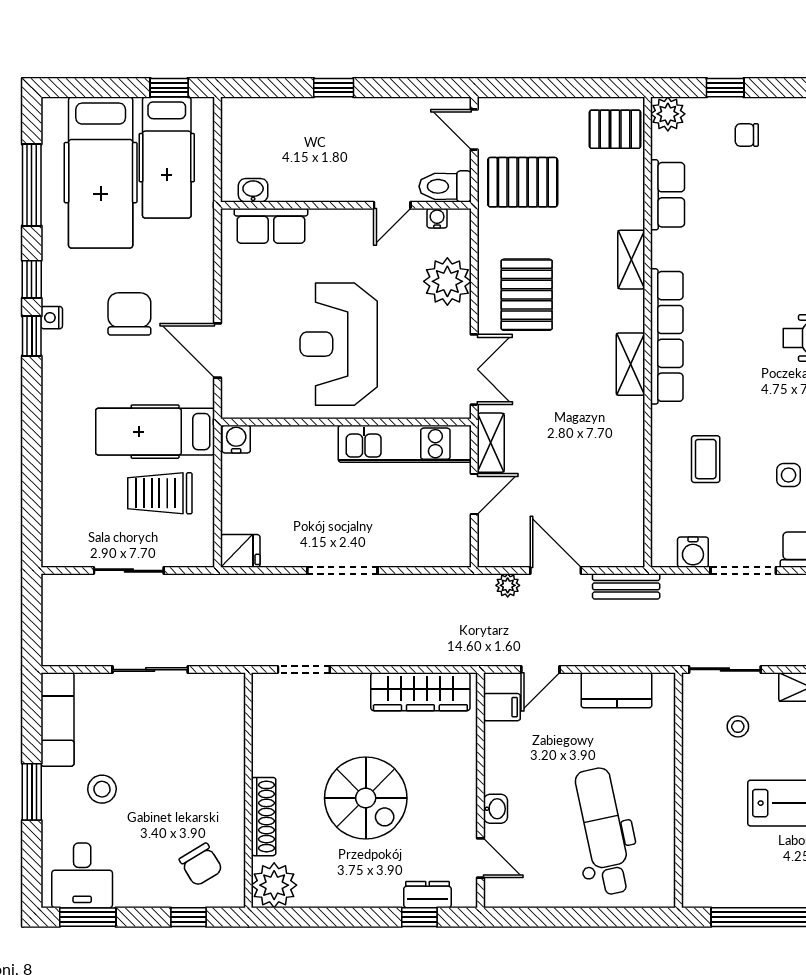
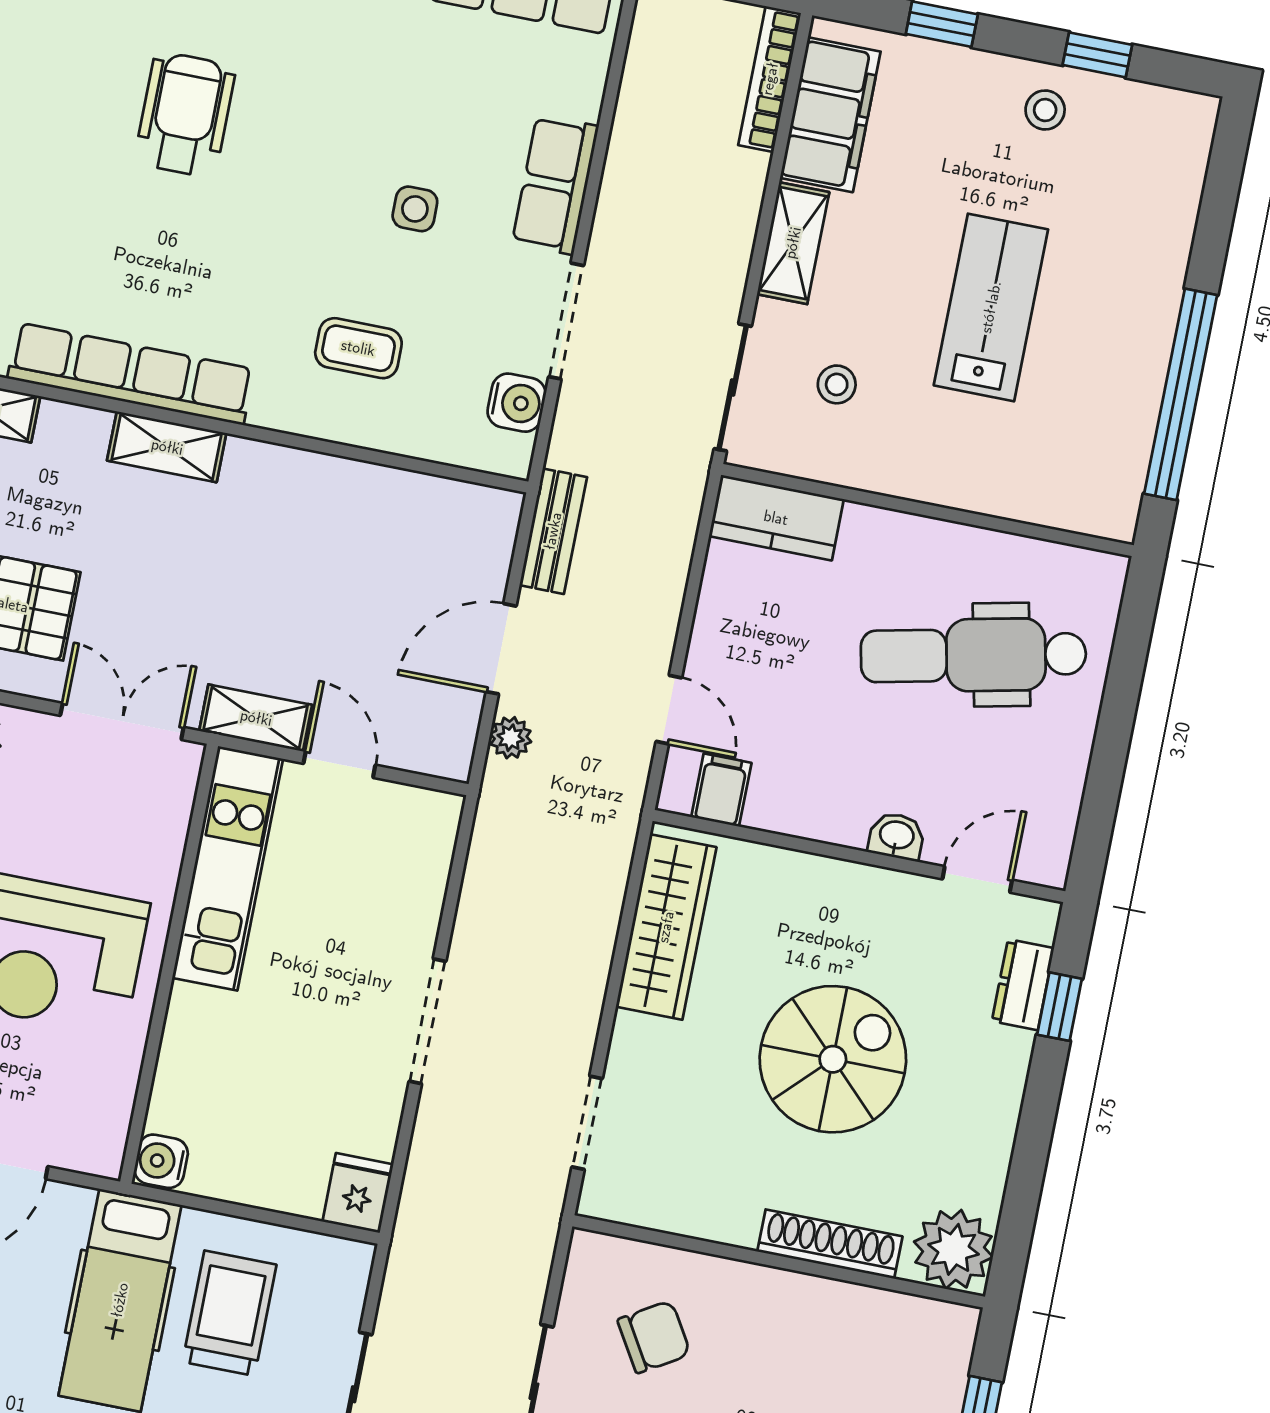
trolley: (160, 493) -> (229, 1313), turned 180
kitchen counter: (617, 690) -> (776, 518), moved, turned 90
chair: (201, 865) -> (654, 1337), moved

